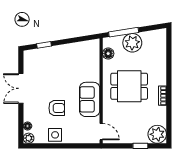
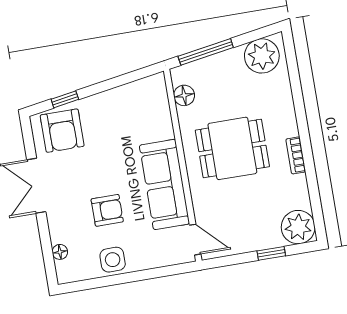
plant: (132, 43) -> (262, 56), moved
armchair: (40, 61) -> (62, 131), added
sofa: (90, 99) -> (165, 184), width x1.36
plant: (29, 138) -> (65, 274), removed

